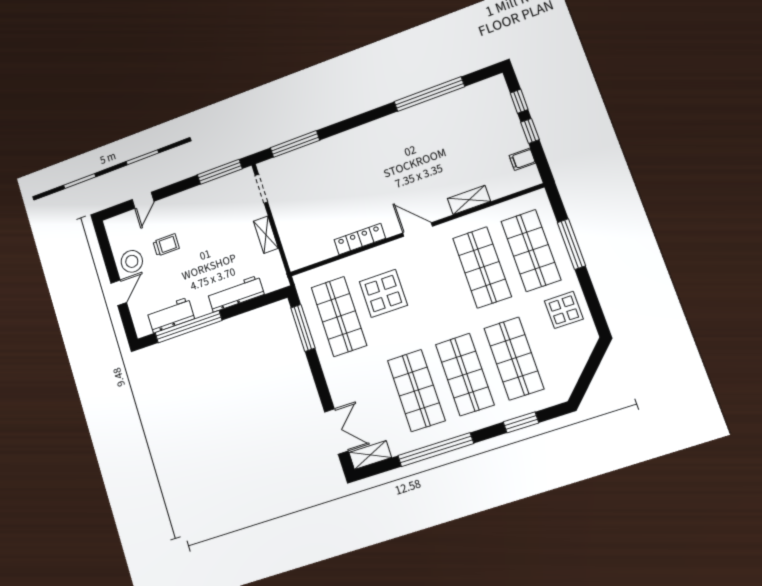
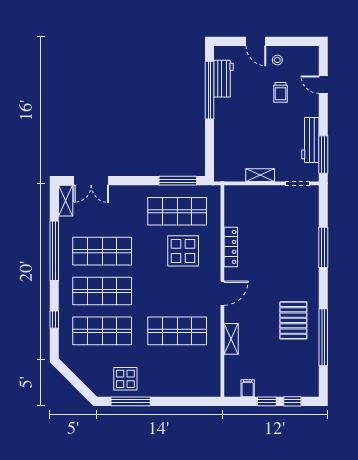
pallet: (421, 136) -> (293, 320), added
window: (295, 144) -> (323, 247), moved
window: (572, 244) -> (131, 401), moved
shop shelf: (531, 251) -> (177, 371), removed
stool: (132, 261) -> (277, 60), width x0.53, depth x0.53
workbench: (236, 294) -> (310, 140), moved, turned 180
window: (521, 422) -> (54, 320), width x0.67

